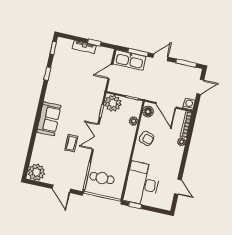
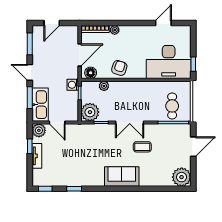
plant: (107, 54) -> (39, 130), added
door: (200, 87) -> (52, 23), swing flipped
washing machine: (189, 104) -> (73, 85), moved

